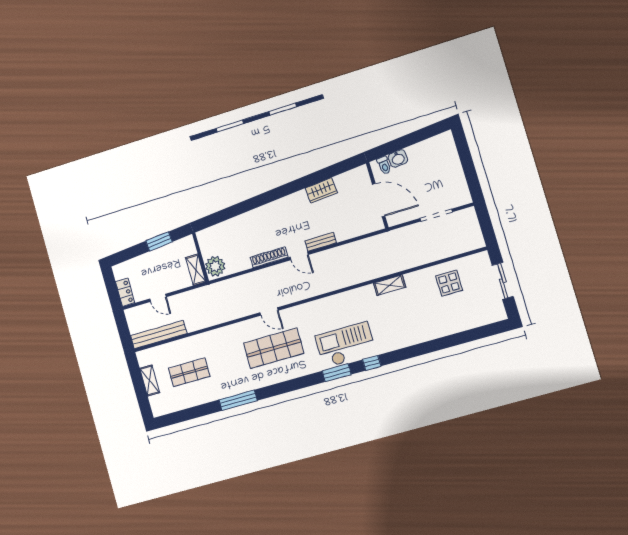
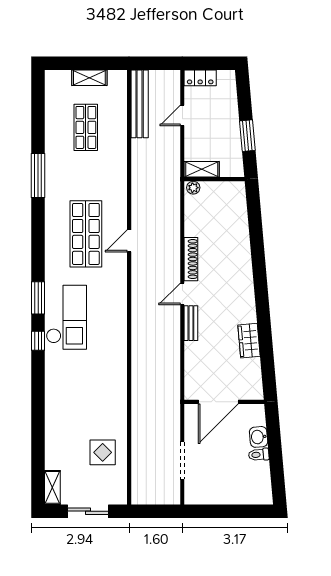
toilet: (384, 165) -> (259, 455), moved
plant: (215, 266) -> (193, 188), width x0.53, depth x0.53
shelving: (390, 285) -> (52, 487), moved

